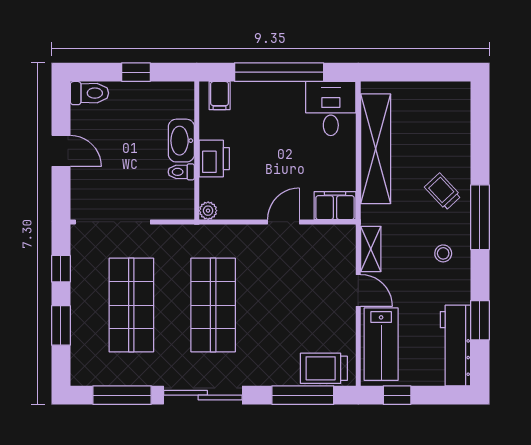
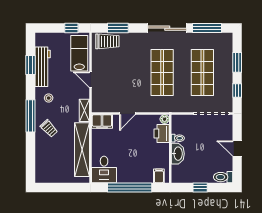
printer: (214, 159) -> (162, 133), moved
shelving: (371, 249) -> (84, 110), moved
workbench: (455, 345) -> (43, 67), moved
window: (303, 395) -> (118, 28), width x0.69

